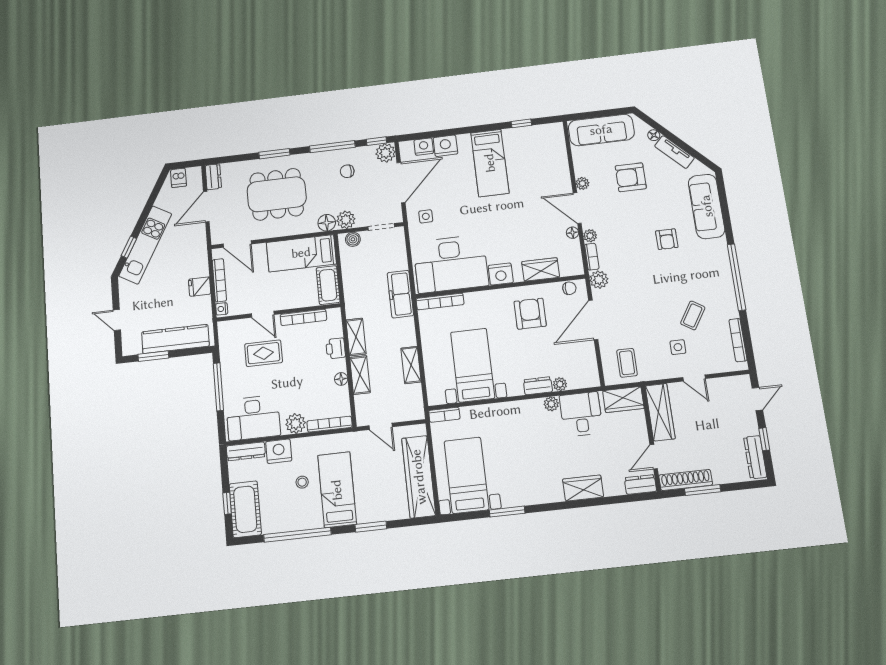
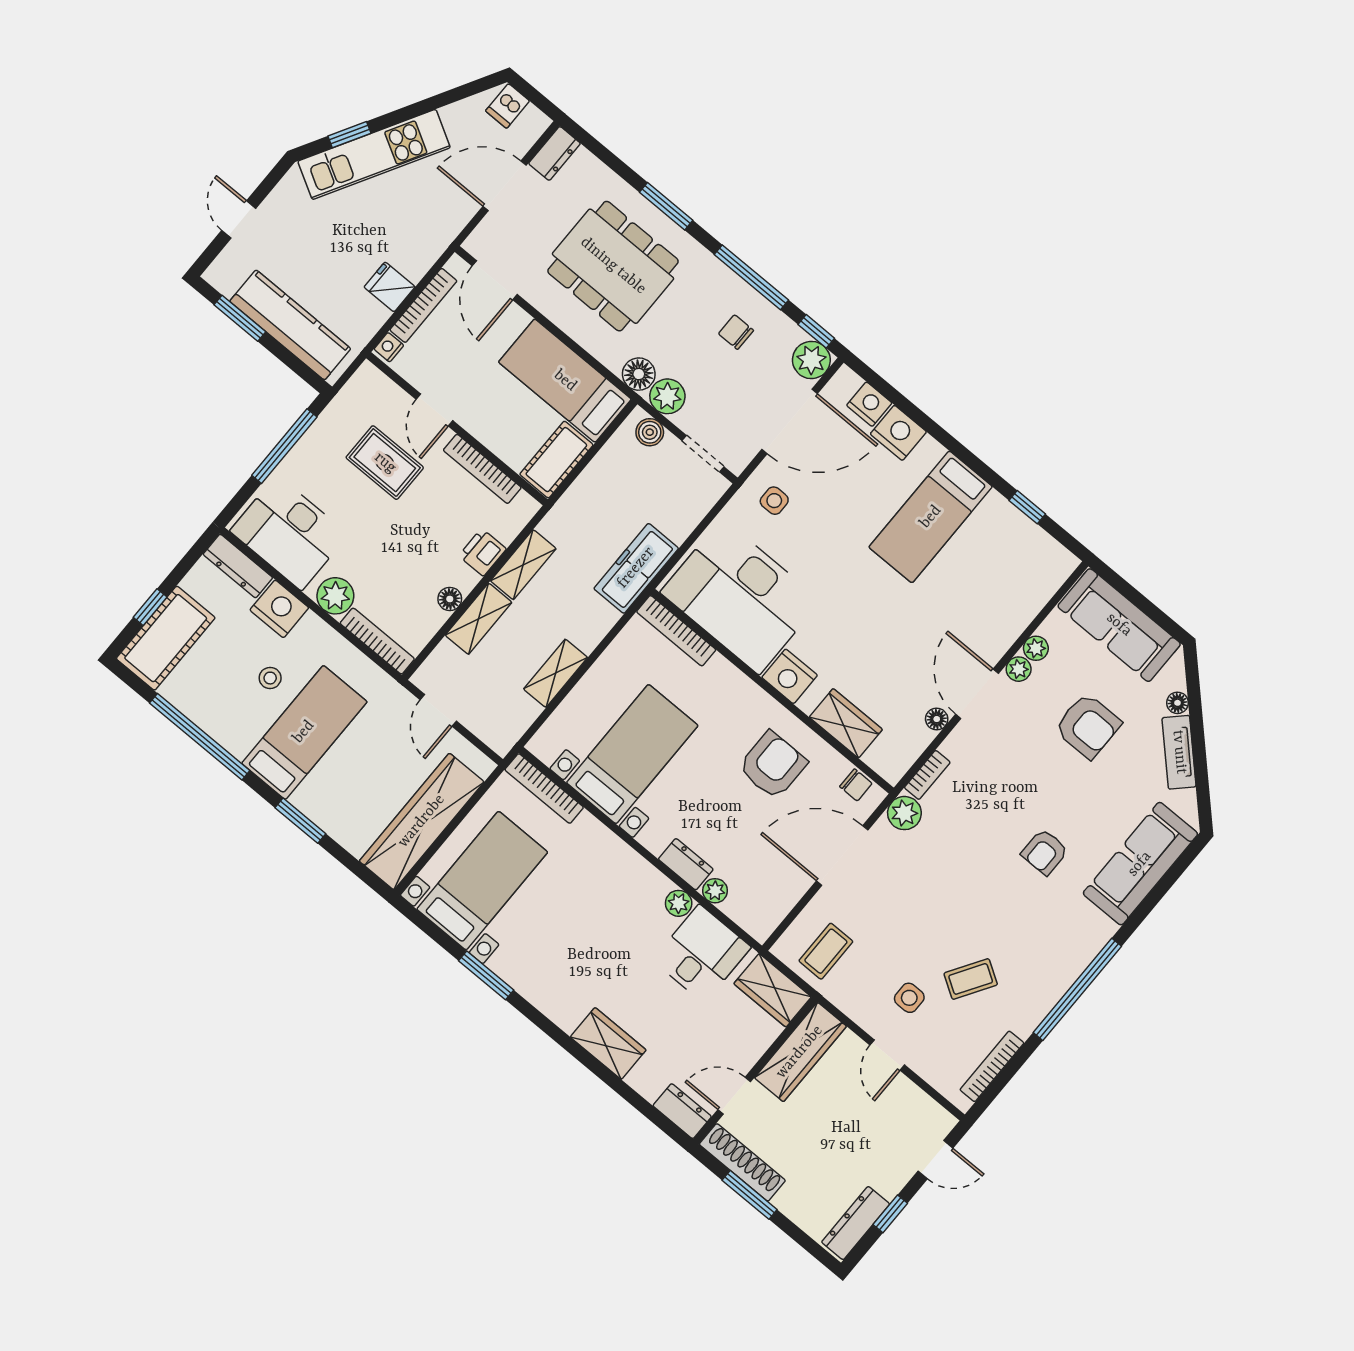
armchair: (631, 177) -> (1088, 726), turned 180
plant: (590, 236) -> (1036, 648), moved
bookcase: (444, 415) -> (544, 788), width x1.56

